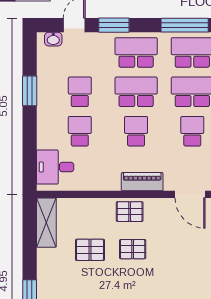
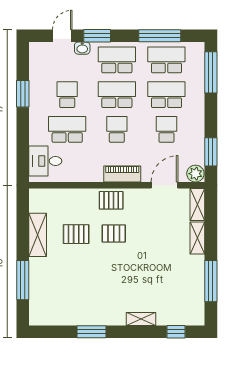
washbasin: (53, 39) -> (82, 48), moved
school desk: (80, 131) -> (67, 129), width x1.85
door: (190, 194) -> (165, 185), swing flipped
shelving: (46, 223) -> (38, 235), moved

